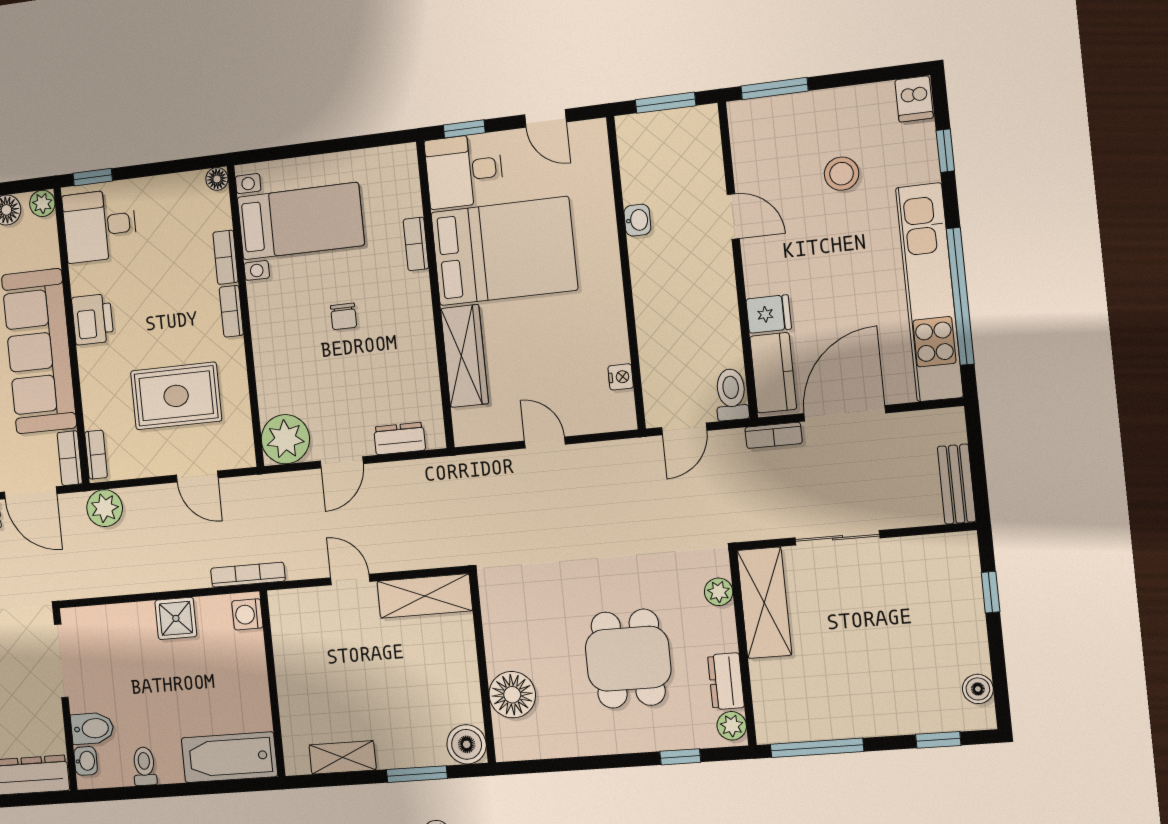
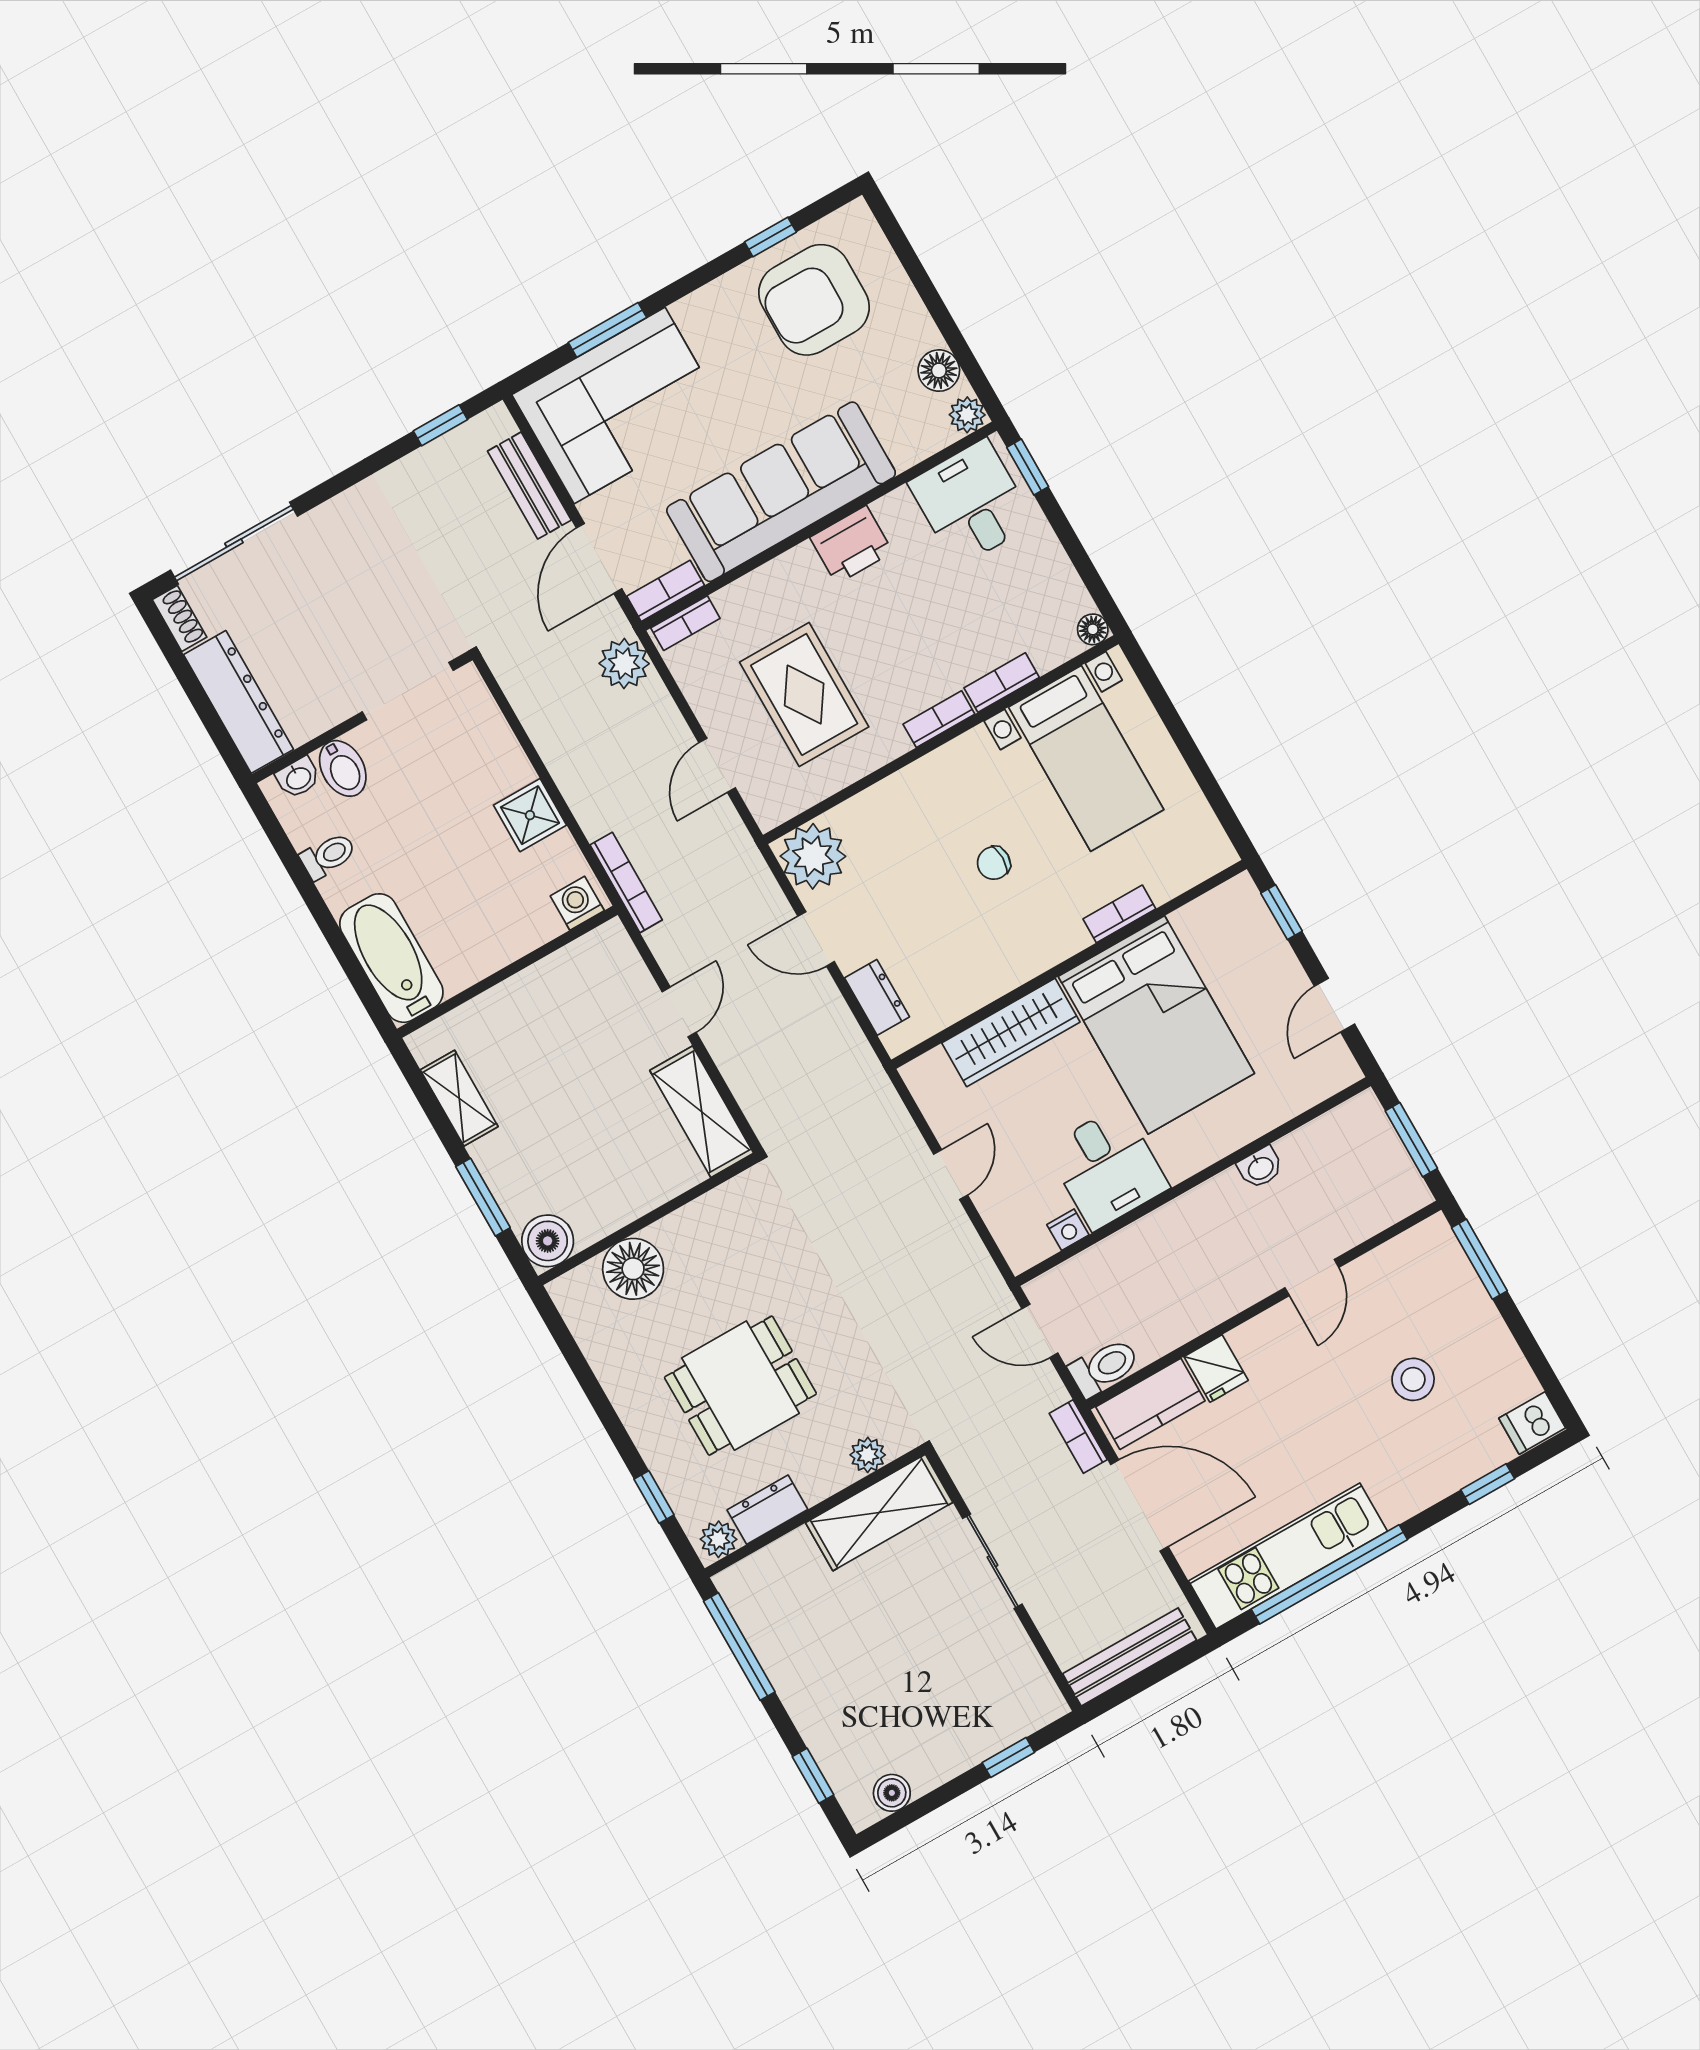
desk: (464, 171) -> (1107, 1168), moved, turned 180
kitchen unit: (929, 292) -> (1288, 1556), width x0.73
bench: (957, 484) -> (1130, 1657), width x1.36

